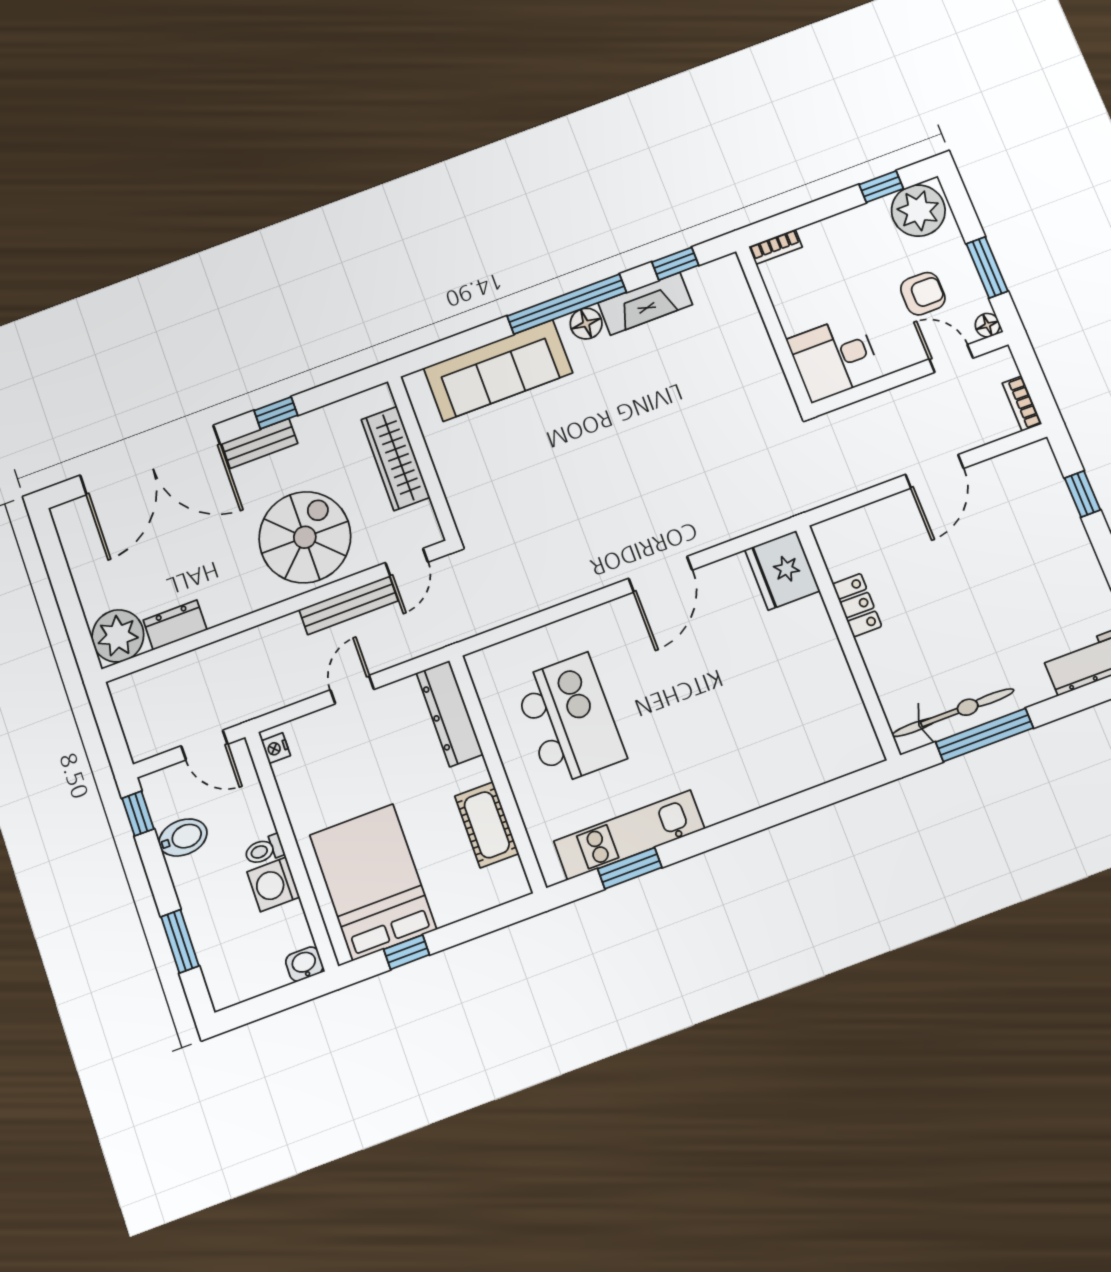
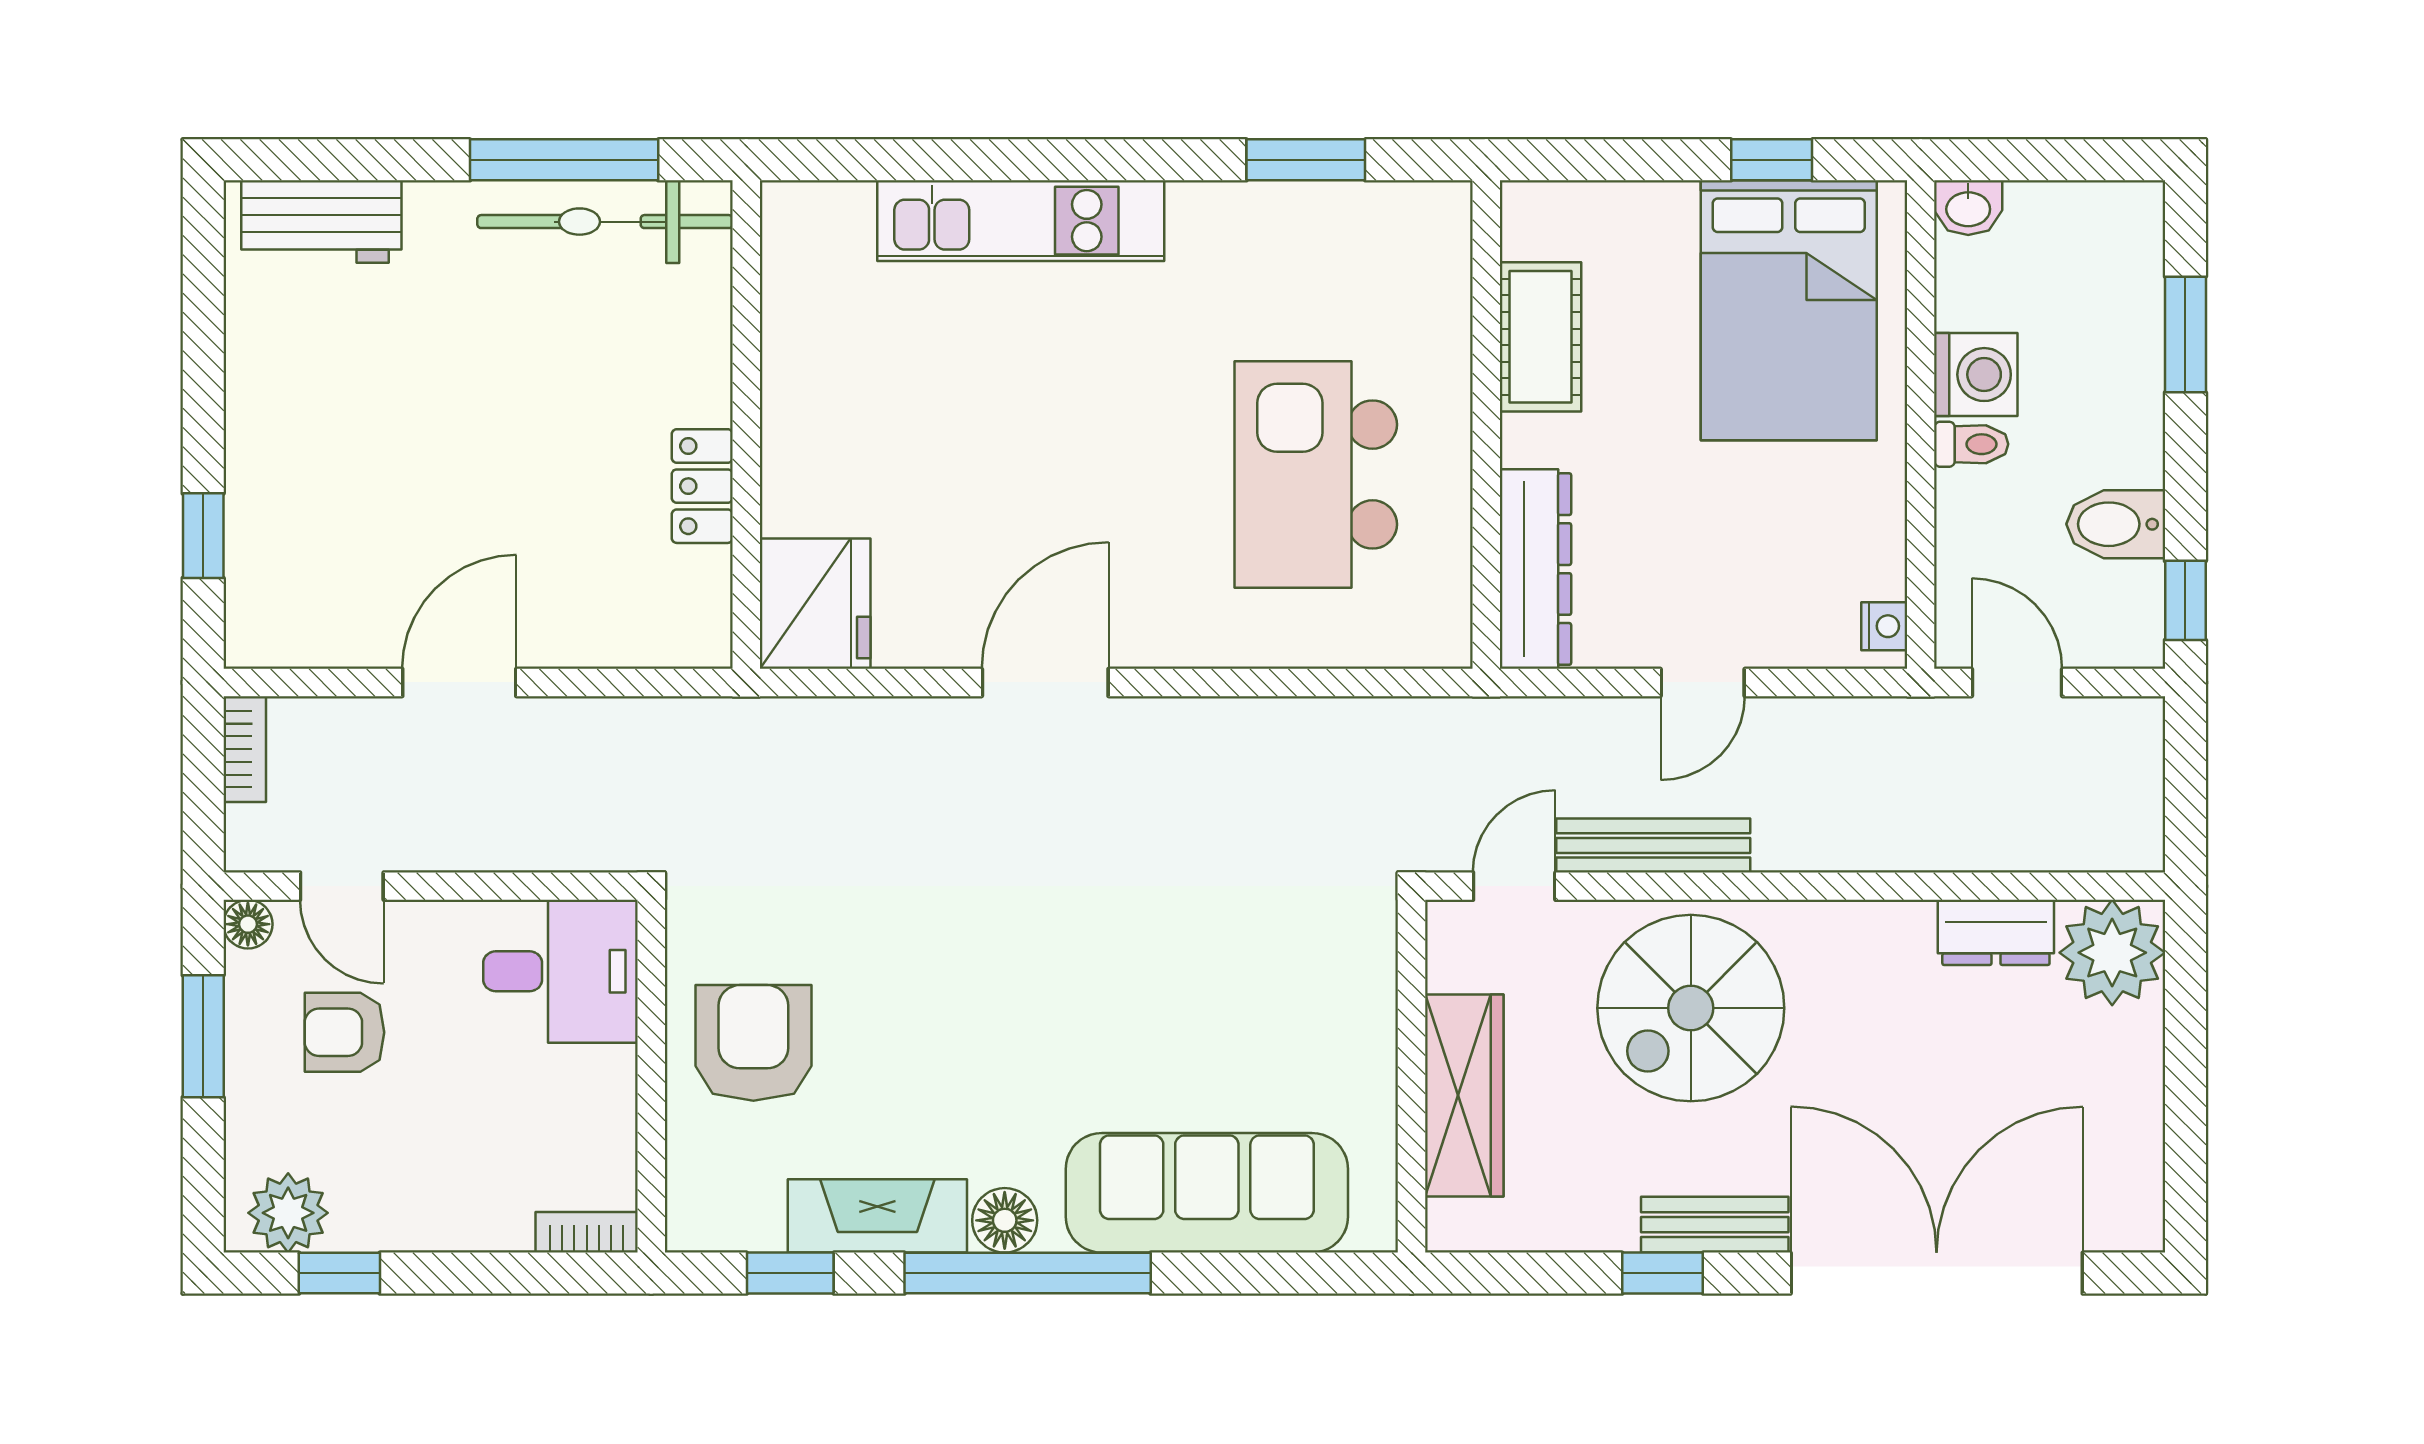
plant: (918, 211) -> (288, 1213), width x0.73, depth x0.73
armchair: (732, 359) -> (753, 1043), added
kitchen unit: (629, 835) -> (1021, 221), moved

